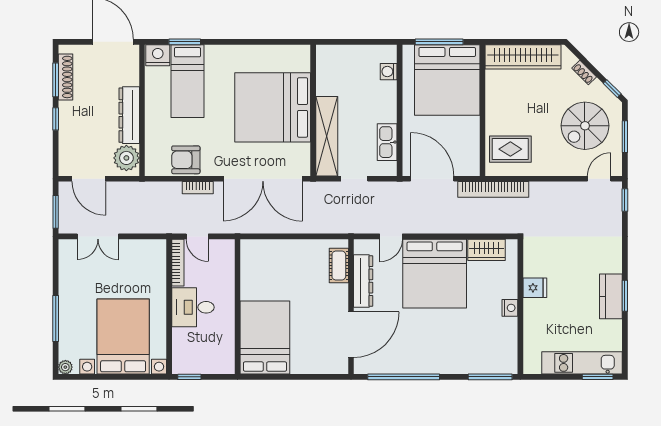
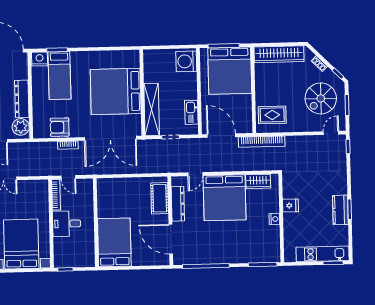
washing machine: (389, 72) -> (186, 61), width x1.89, depth x1.89
cot: (339, 266) -> (160, 198), width x1.37, depth x1.34
door: (351, 335) -> (171, 239), swing flipped

